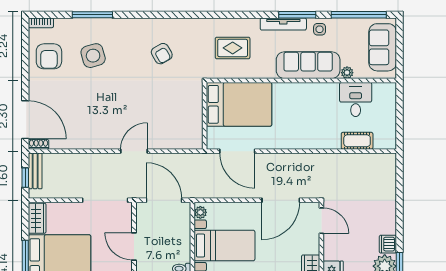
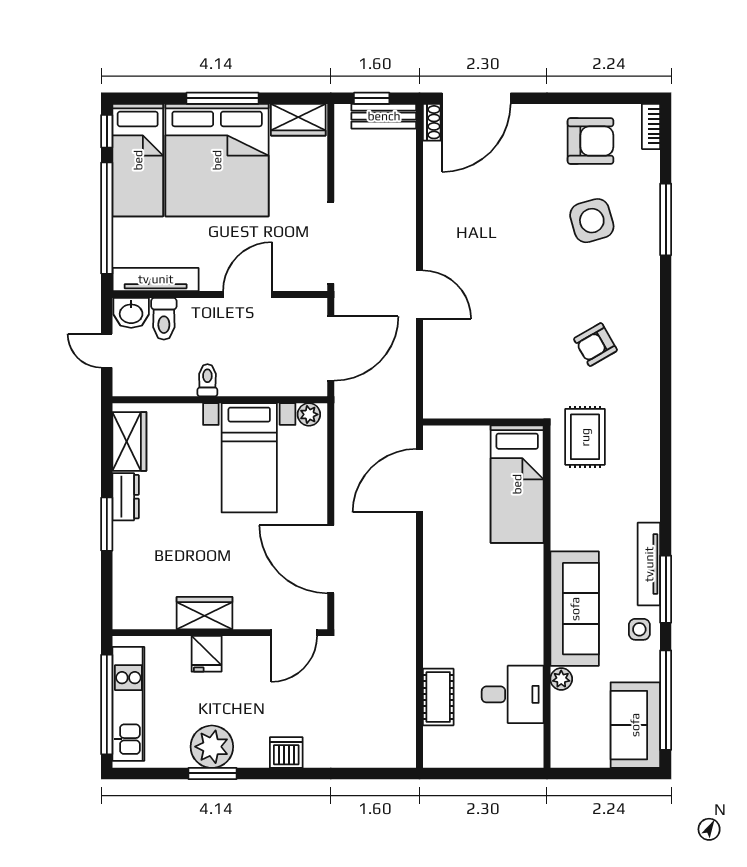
sofa: (383, 47) -> (635, 725), moved, turned -90
rug: (233, 48) -> (585, 437), moved
armchair: (49, 56) -> (591, 141), turned 180
bed: (239, 104) -> (517, 484), width x0.67
dishwasher: (388, 244) -> (286, 753), moved

